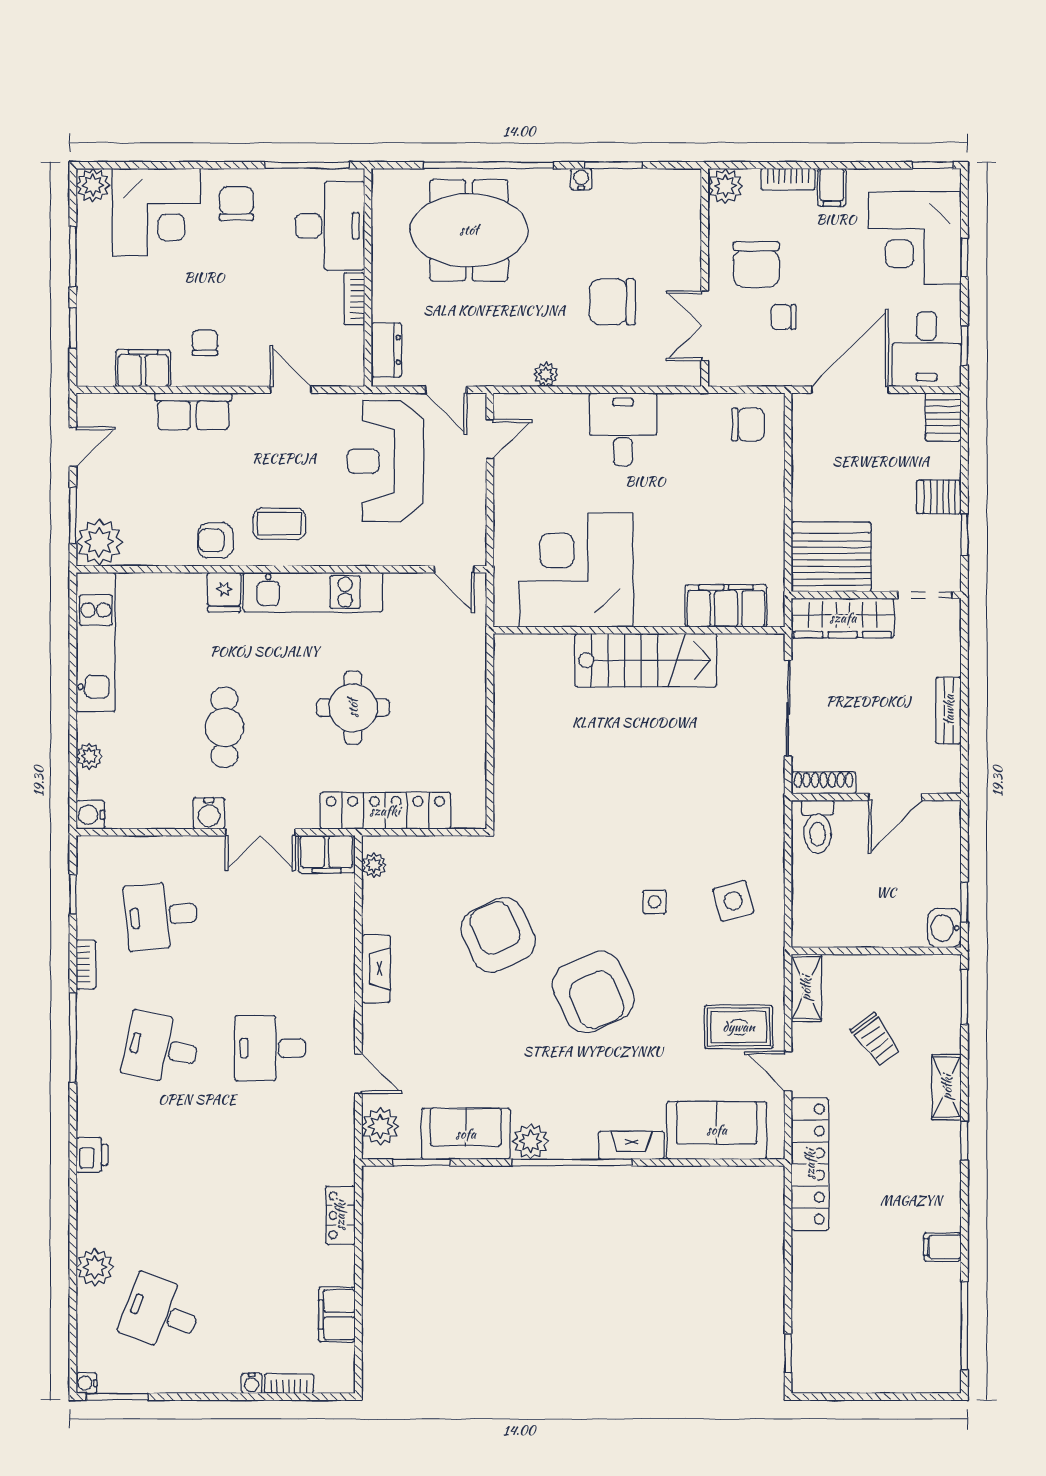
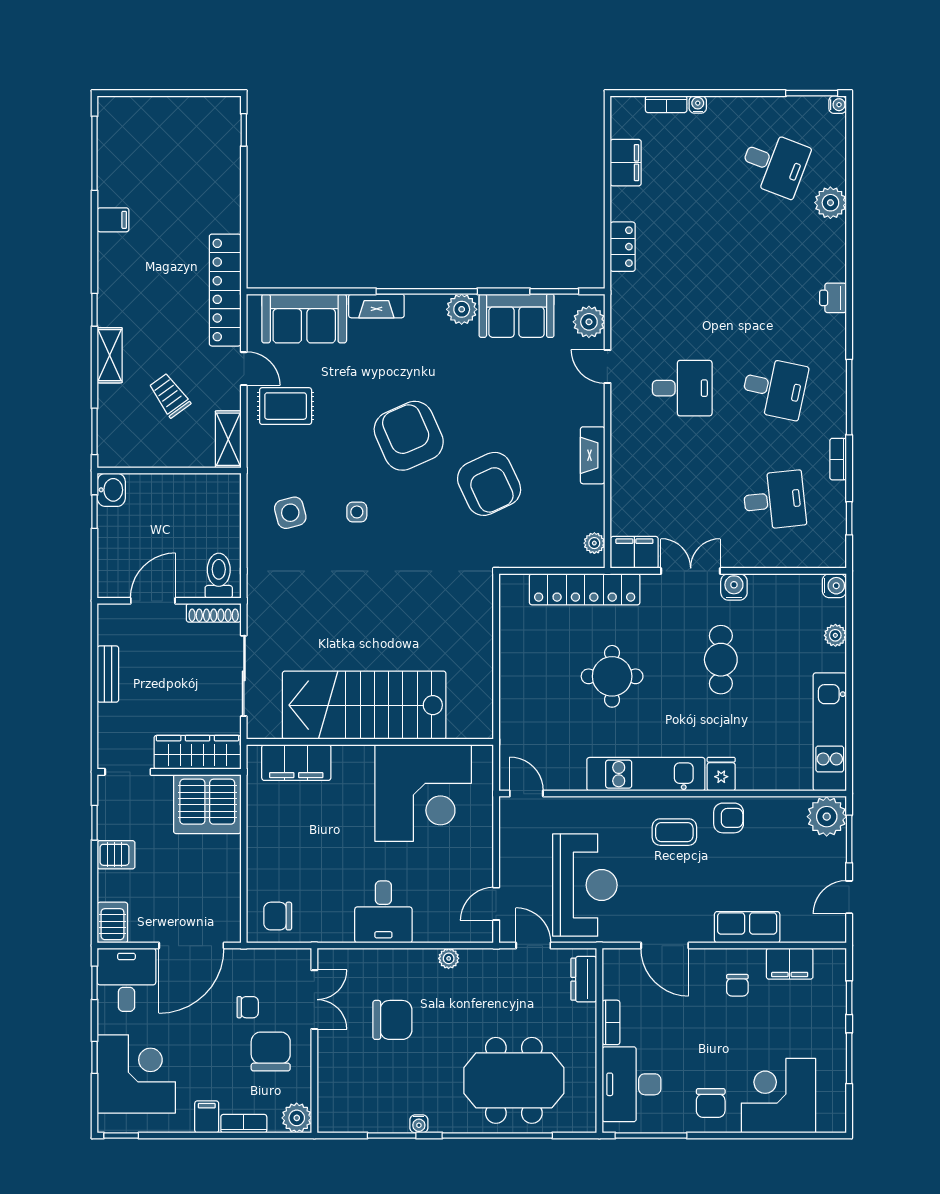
plant: (93, 185) -> (832, 1119), removed
door: (291, 390) -> (665, 946), width x1.38
stairs: (646, 660) -> (364, 705), width x1.36, depth x1.51

